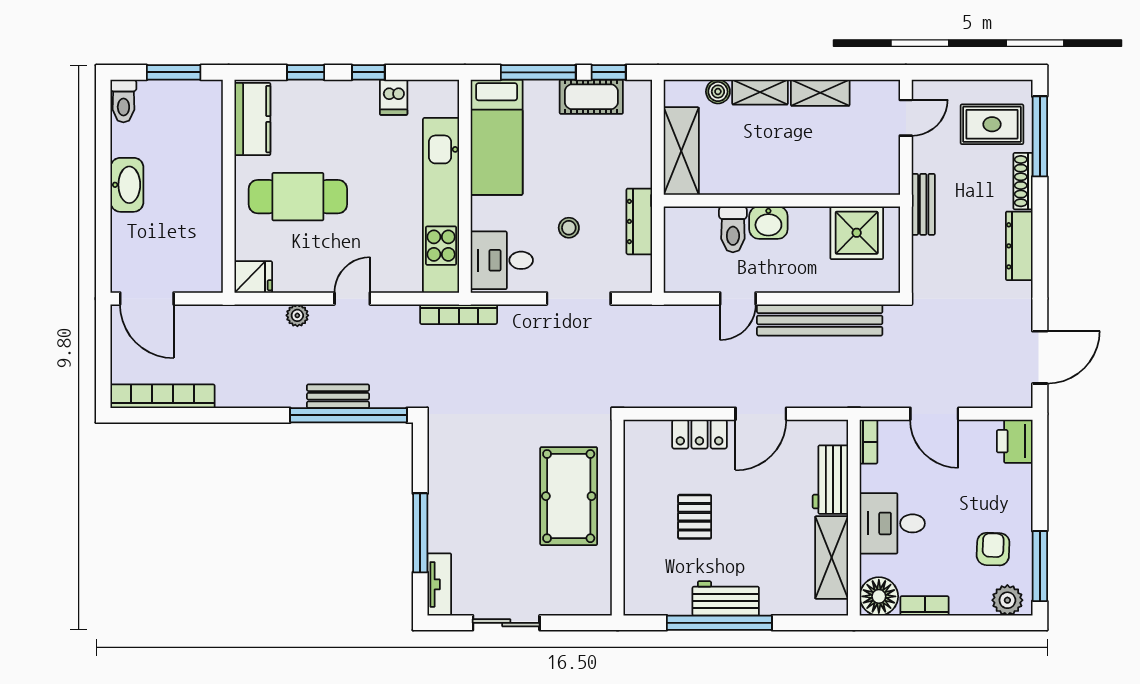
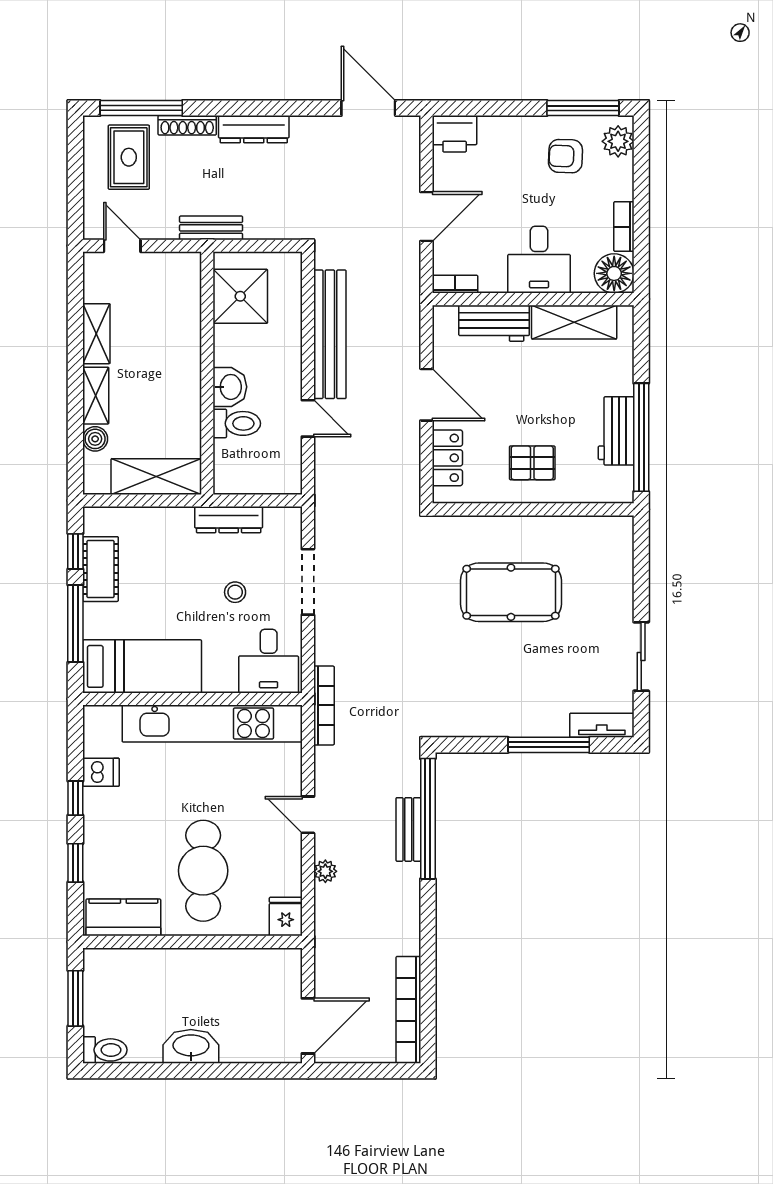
wall: (618, 518) -> (533, 509), moved

